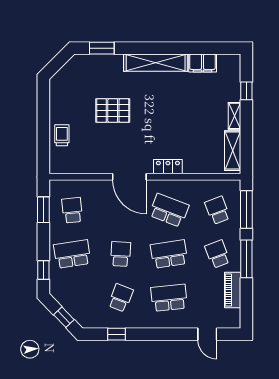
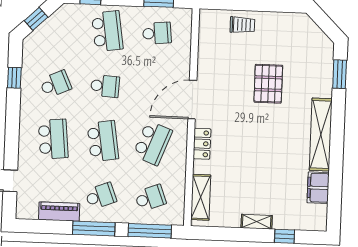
shelving: (233, 151) -> (201, 197), moved, turned 90
school desk: (121, 298) -> (55, 84), turned -45

